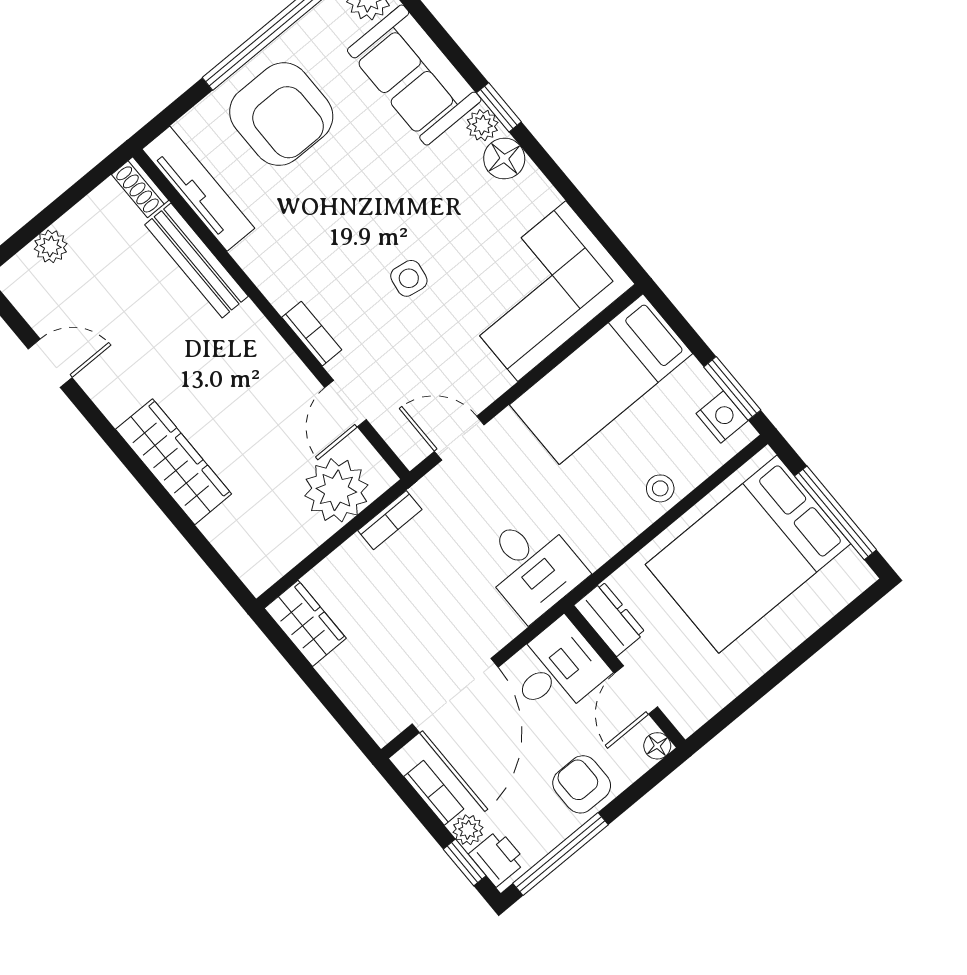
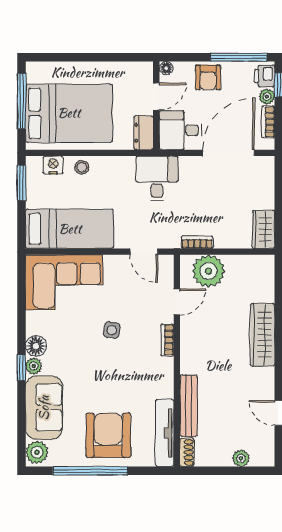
nightstand: (722, 417) -> (53, 165), moved, turned 90

